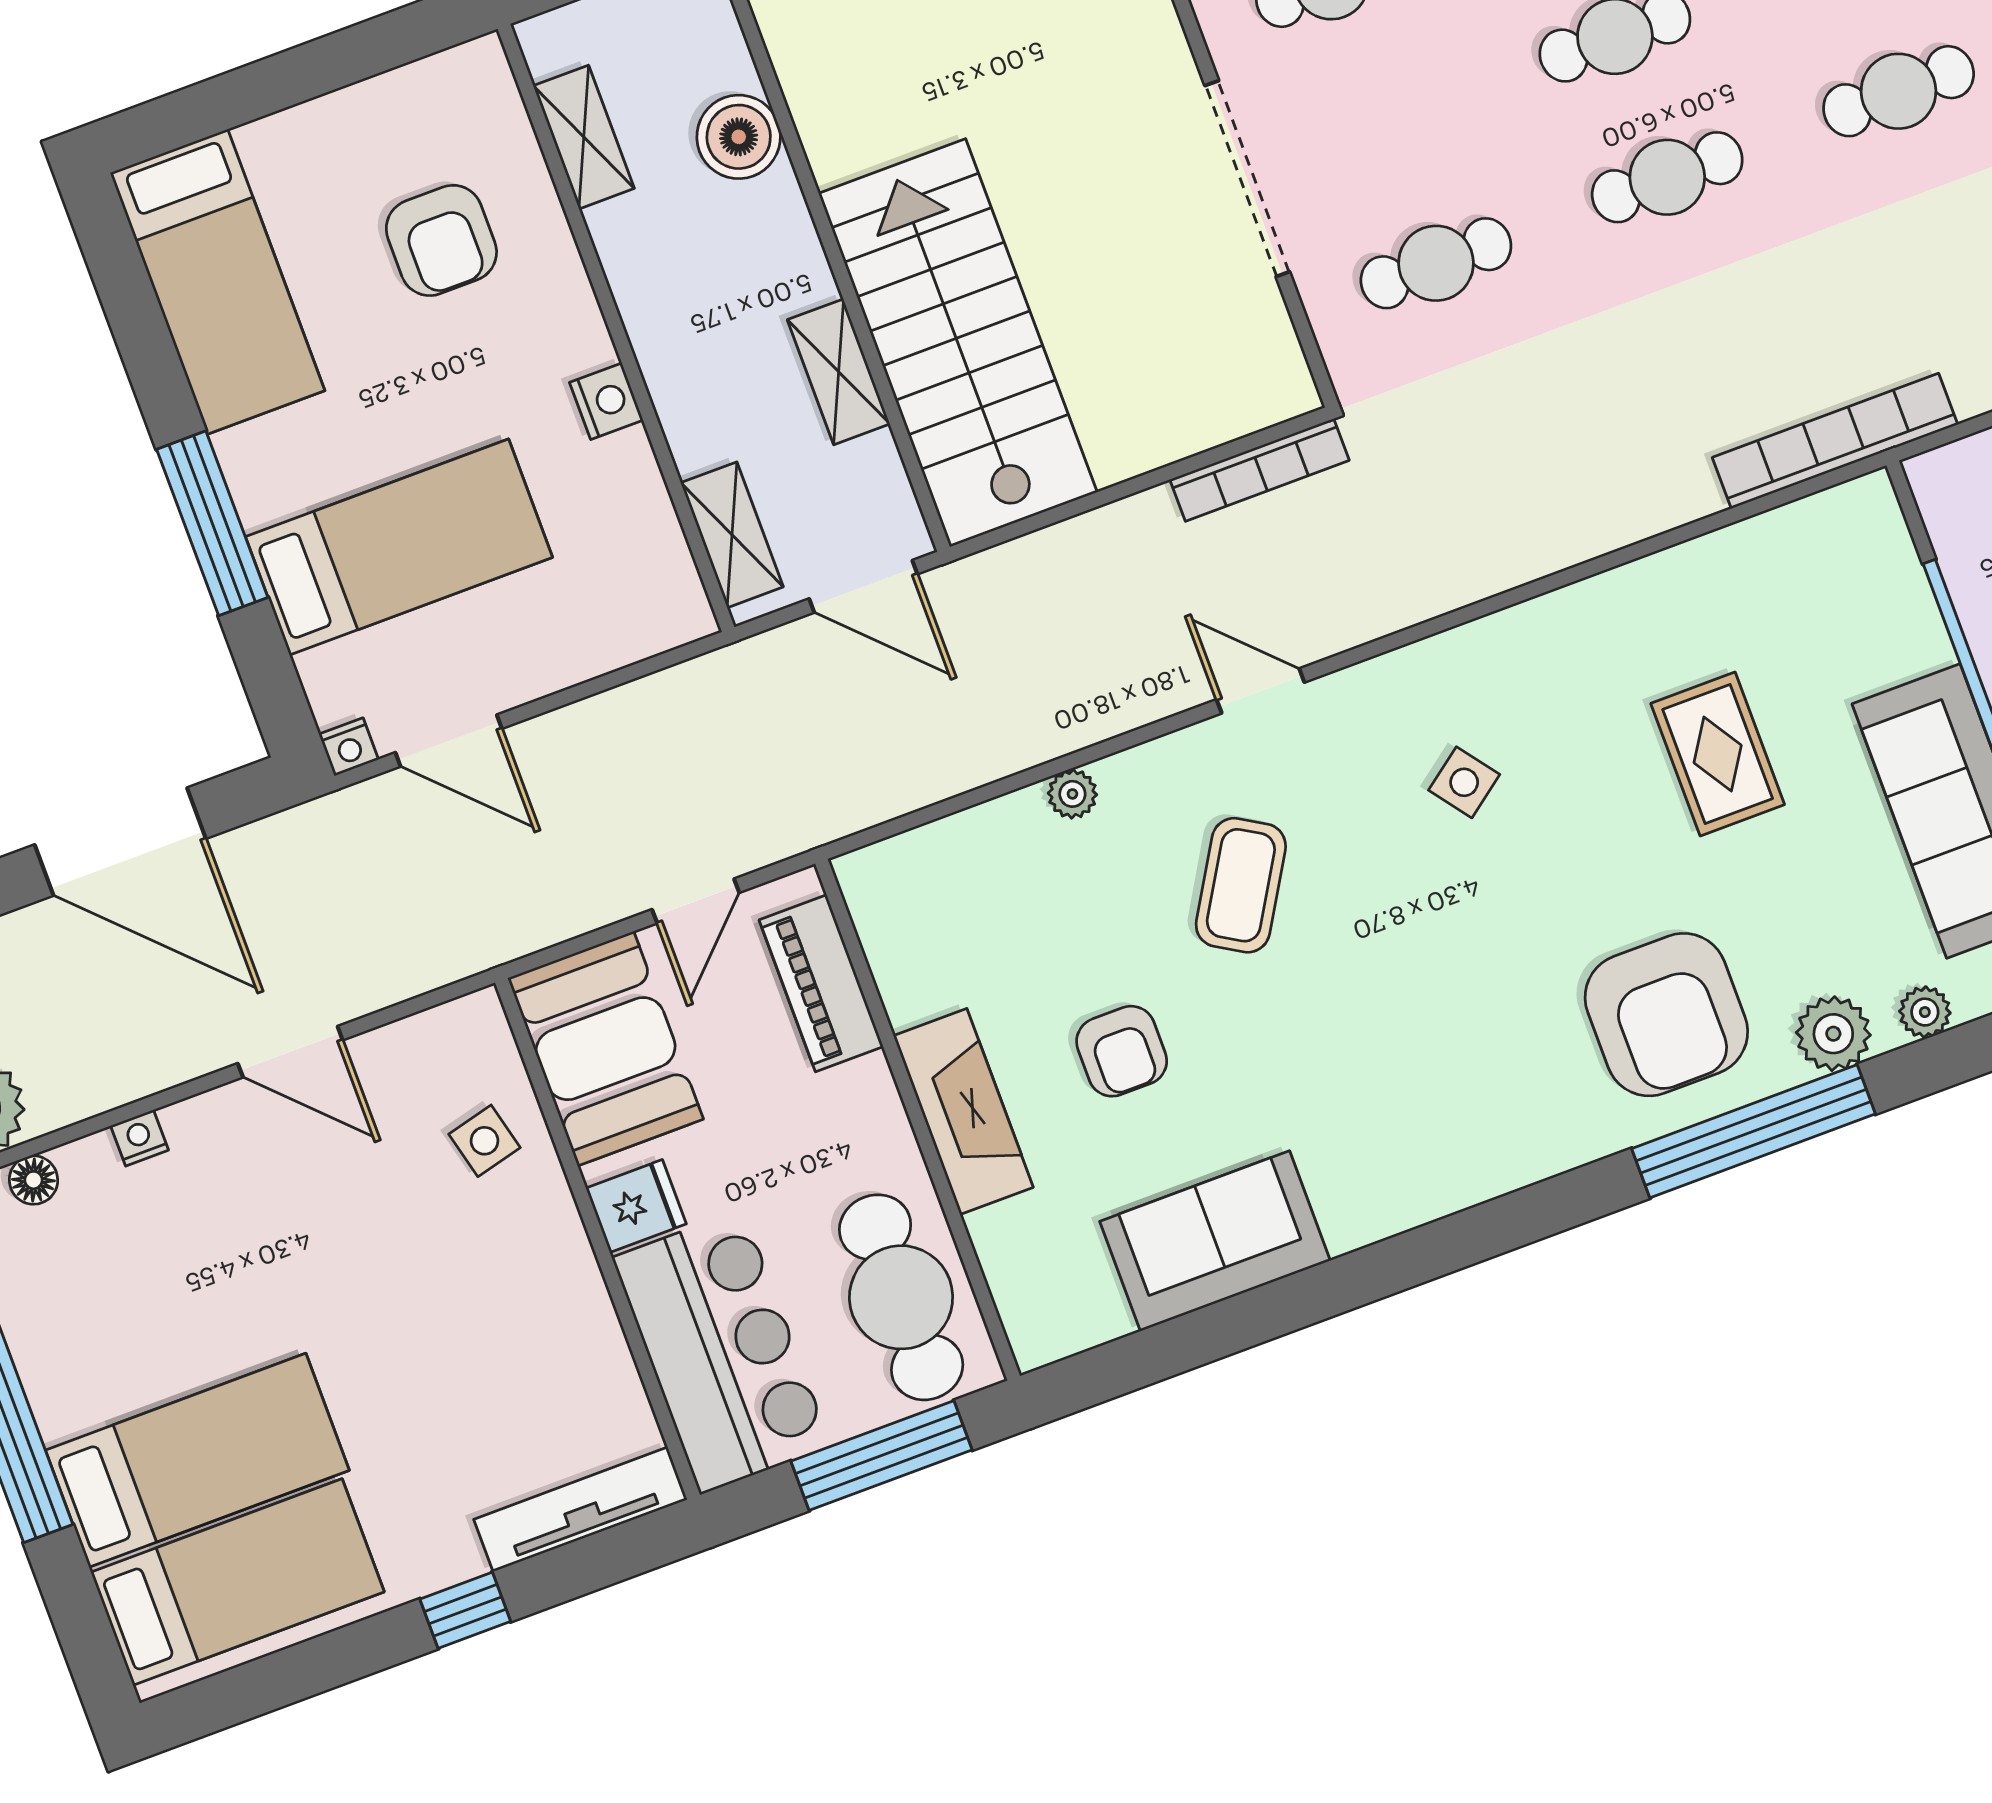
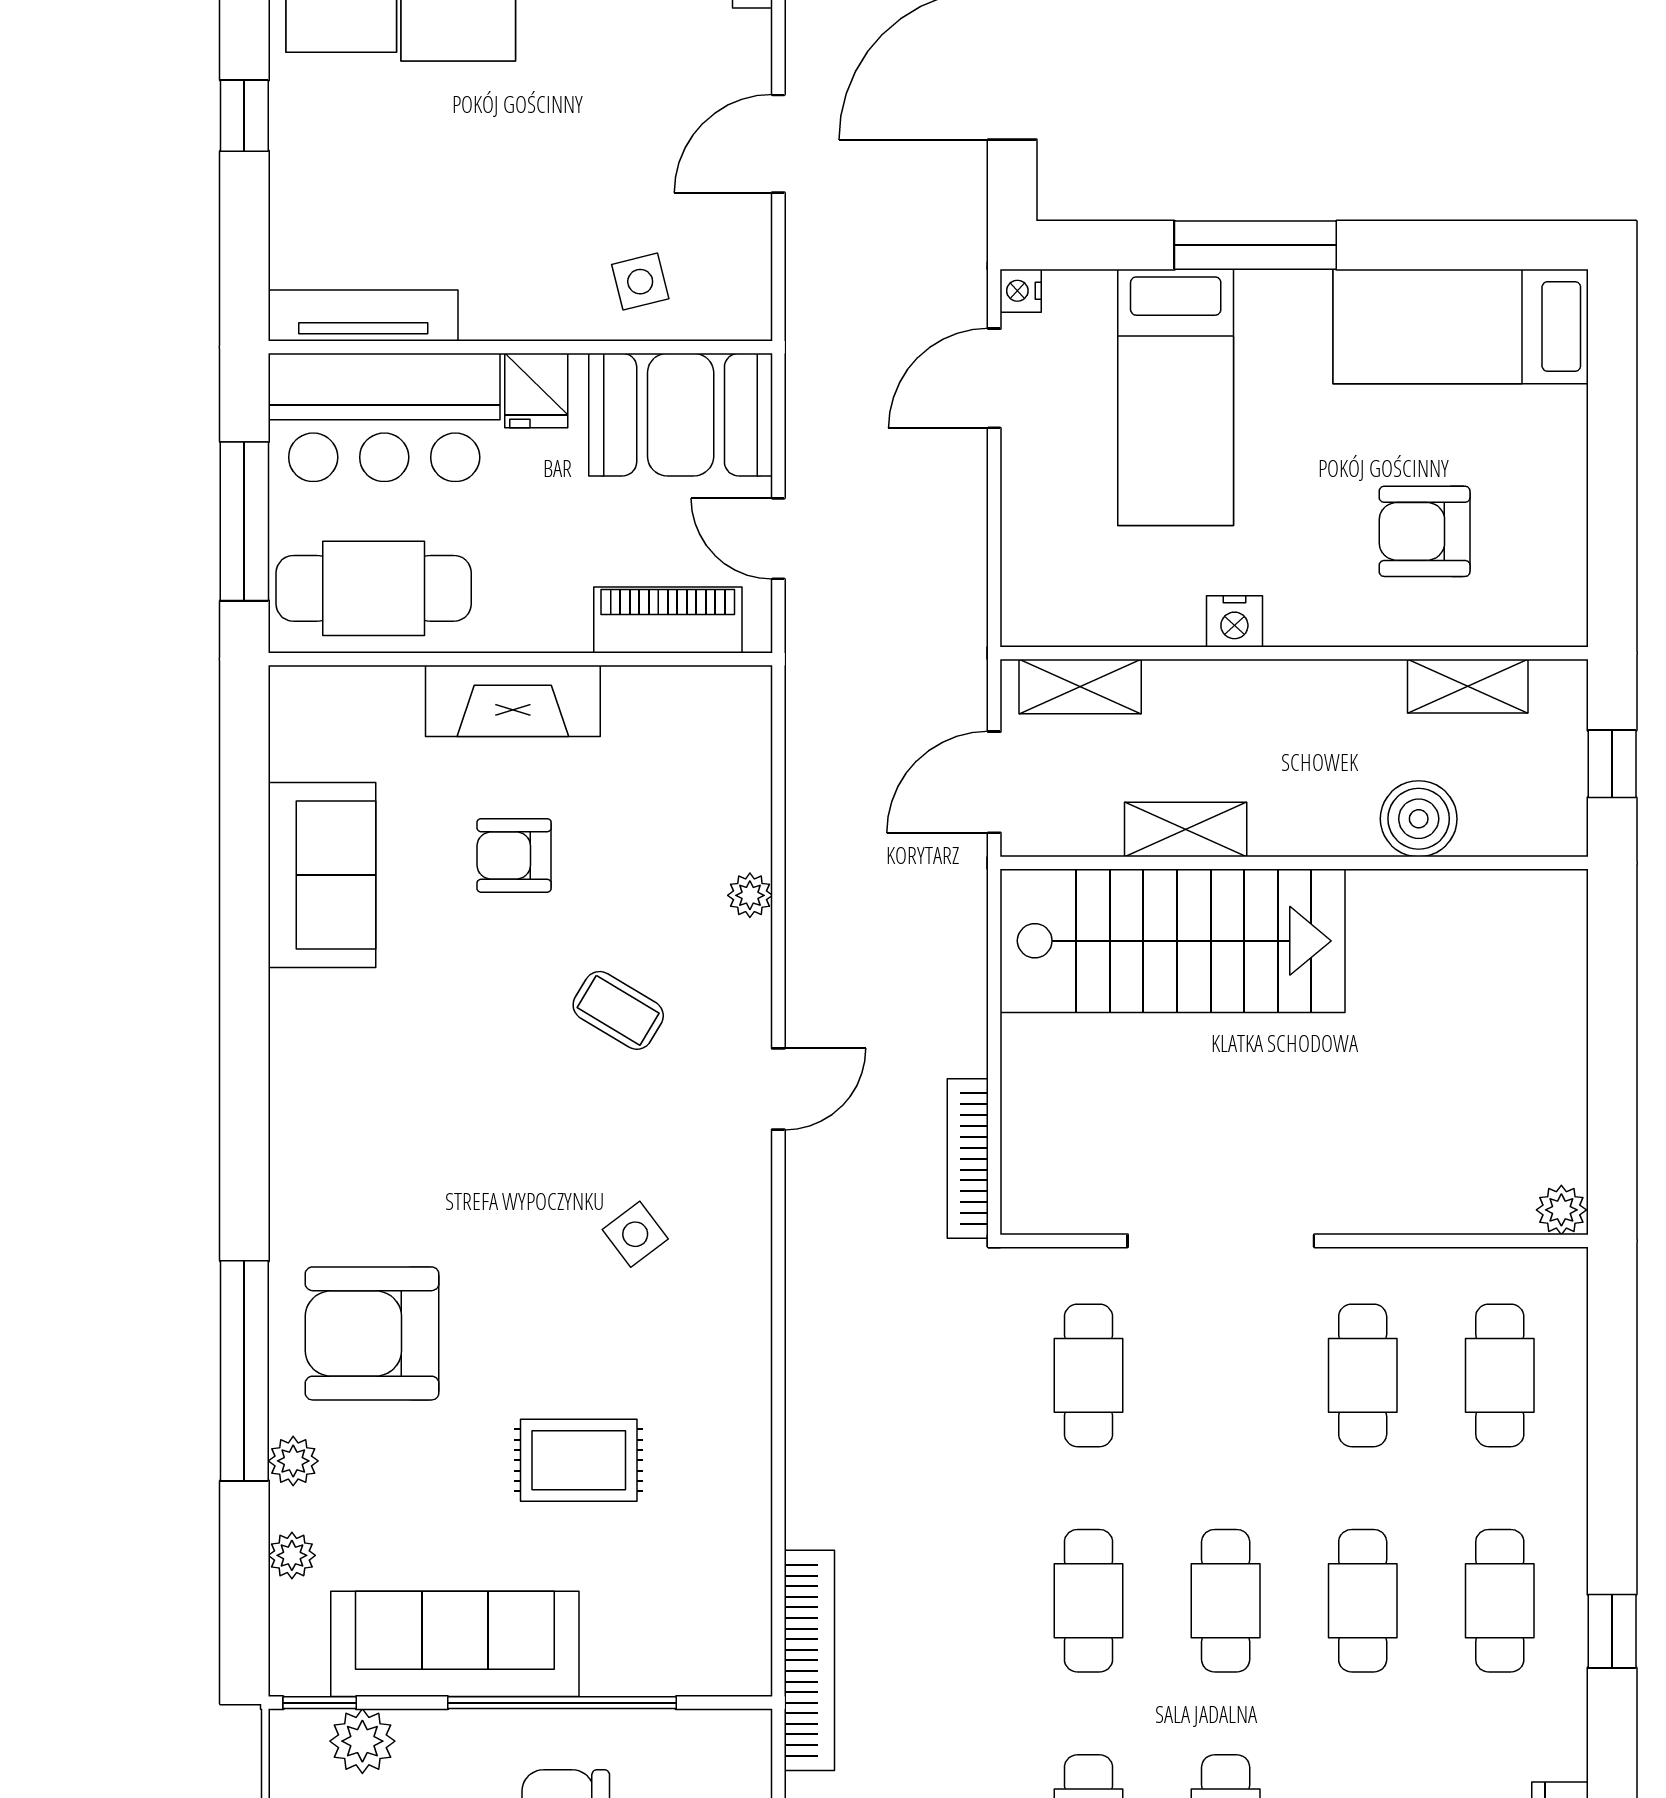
coffee table: (1241, 885) -> (618, 1010), width x0.73, depth x0.77
plant: (1833, 1034) -> (293, 1461), width x0.73, depth x0.73
tv unit: (580, 1509) -> (363, 315), moved, turned -90

